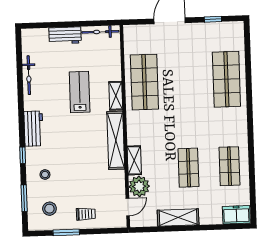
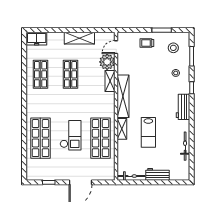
checkout: (185, 85) -> (71, 135), added

